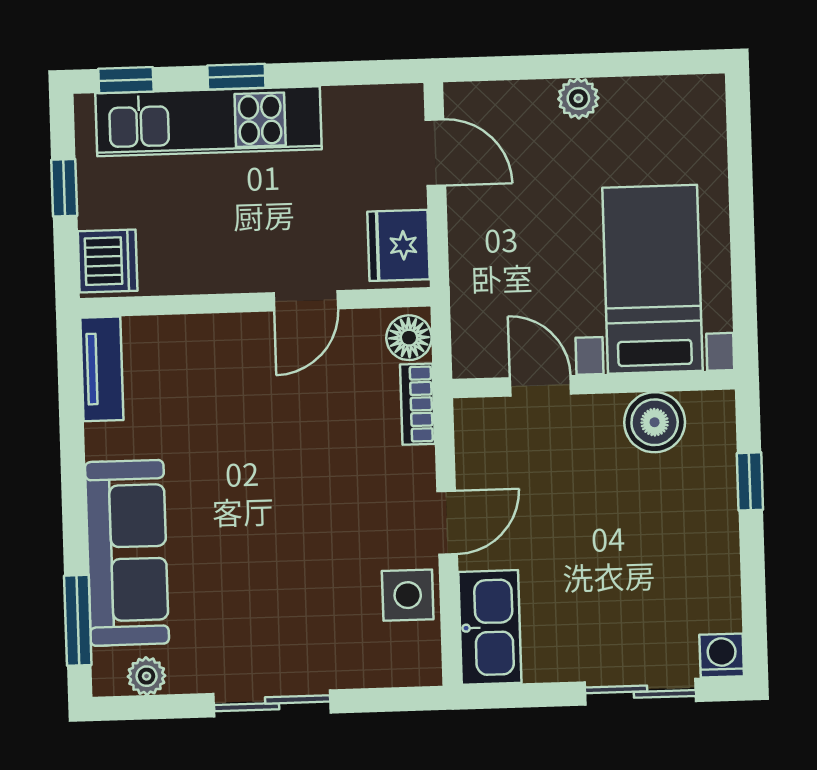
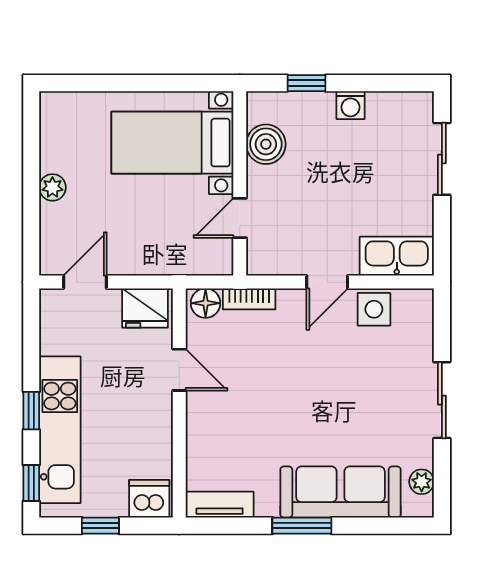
door: (447, 523) -> (327, 282), swing flipped
window: (78, 620) -> (302, 526), moved
washing machine: (722, 655) -> (351, 105), moved, turned -90

